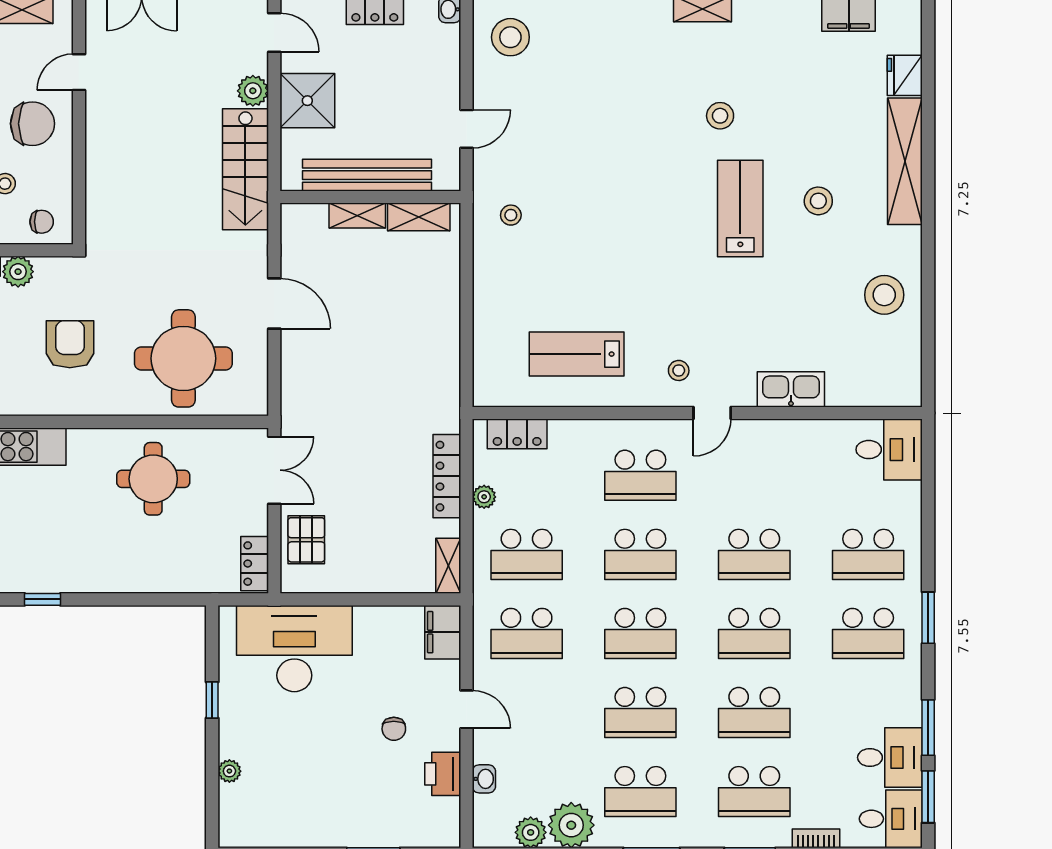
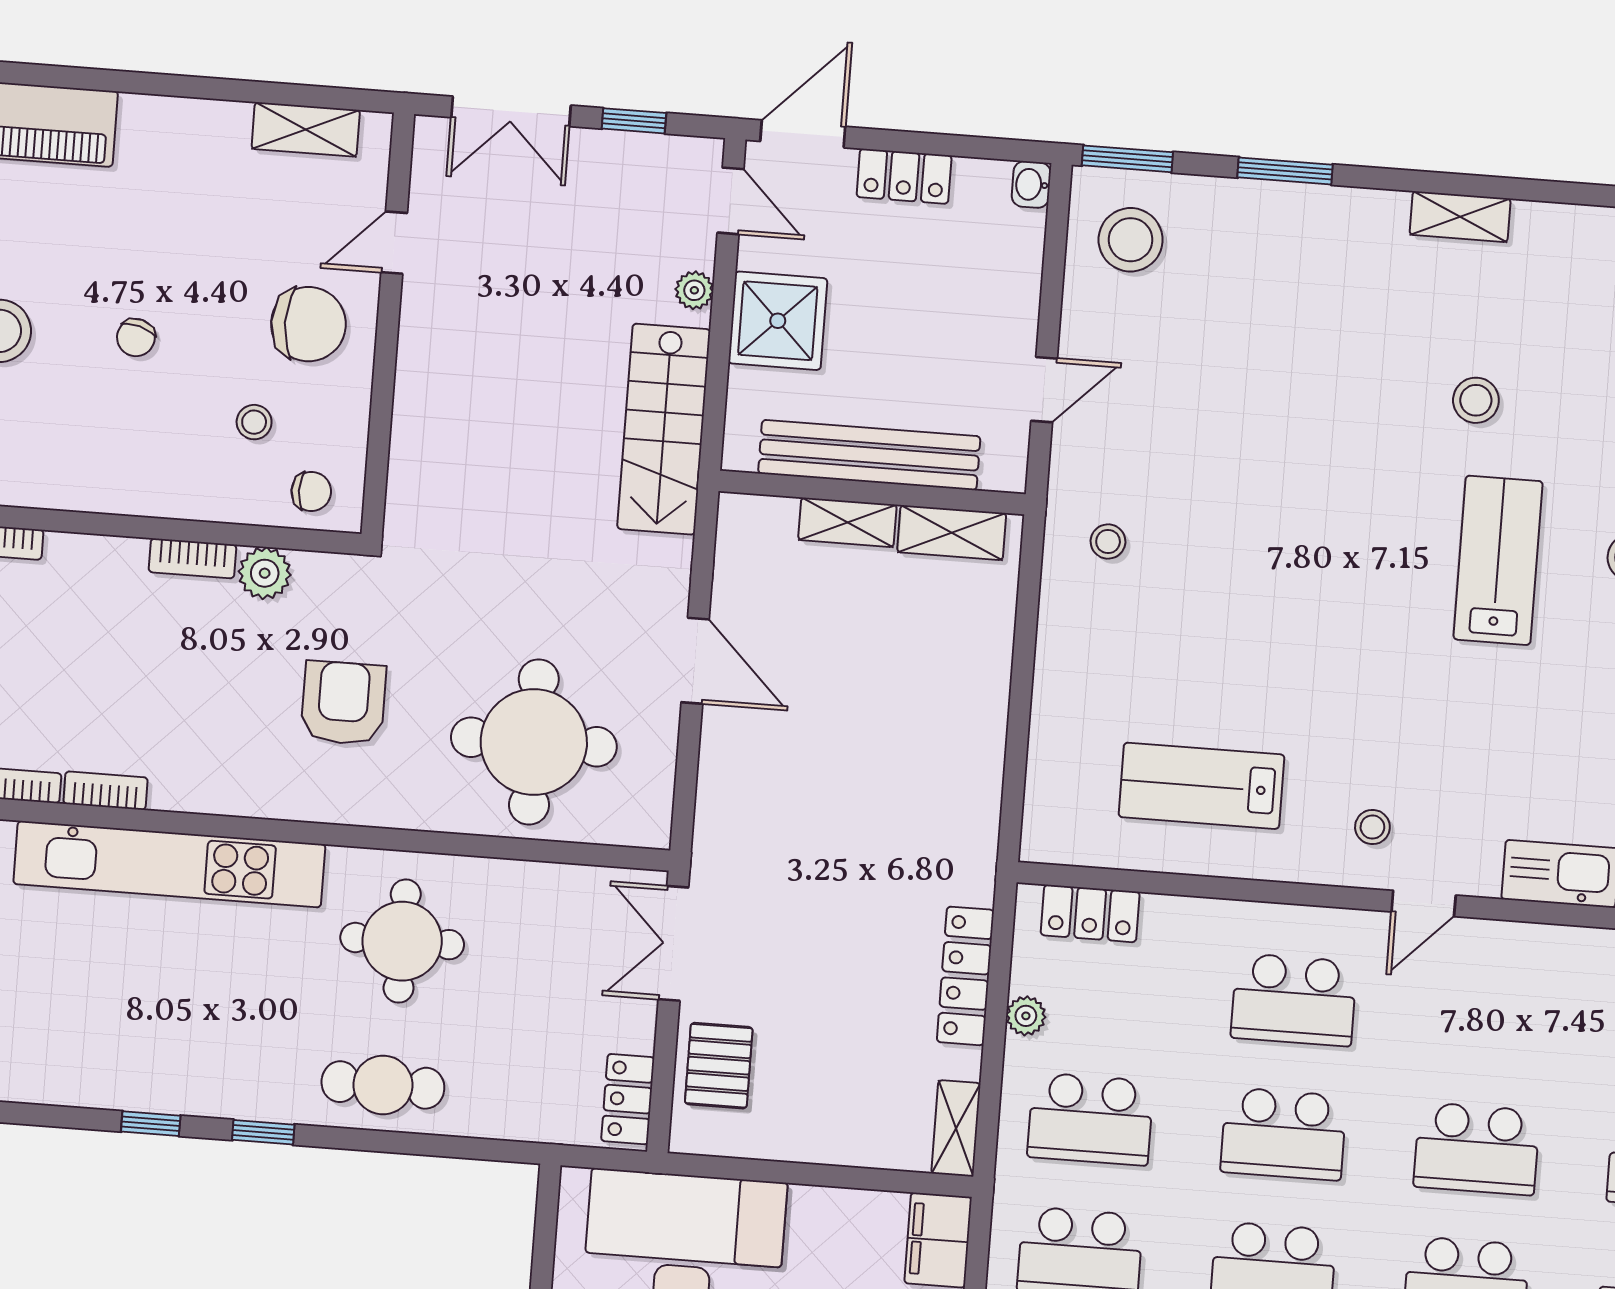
plant: (253, 91) -> (694, 290), width x0.73, depth x0.73
double door: (274, 470) -> (673, 943), swing flipped
round table: (153, 479) -> (402, 941), moved
cafe table: (110, 566) -> (383, 1085), added

